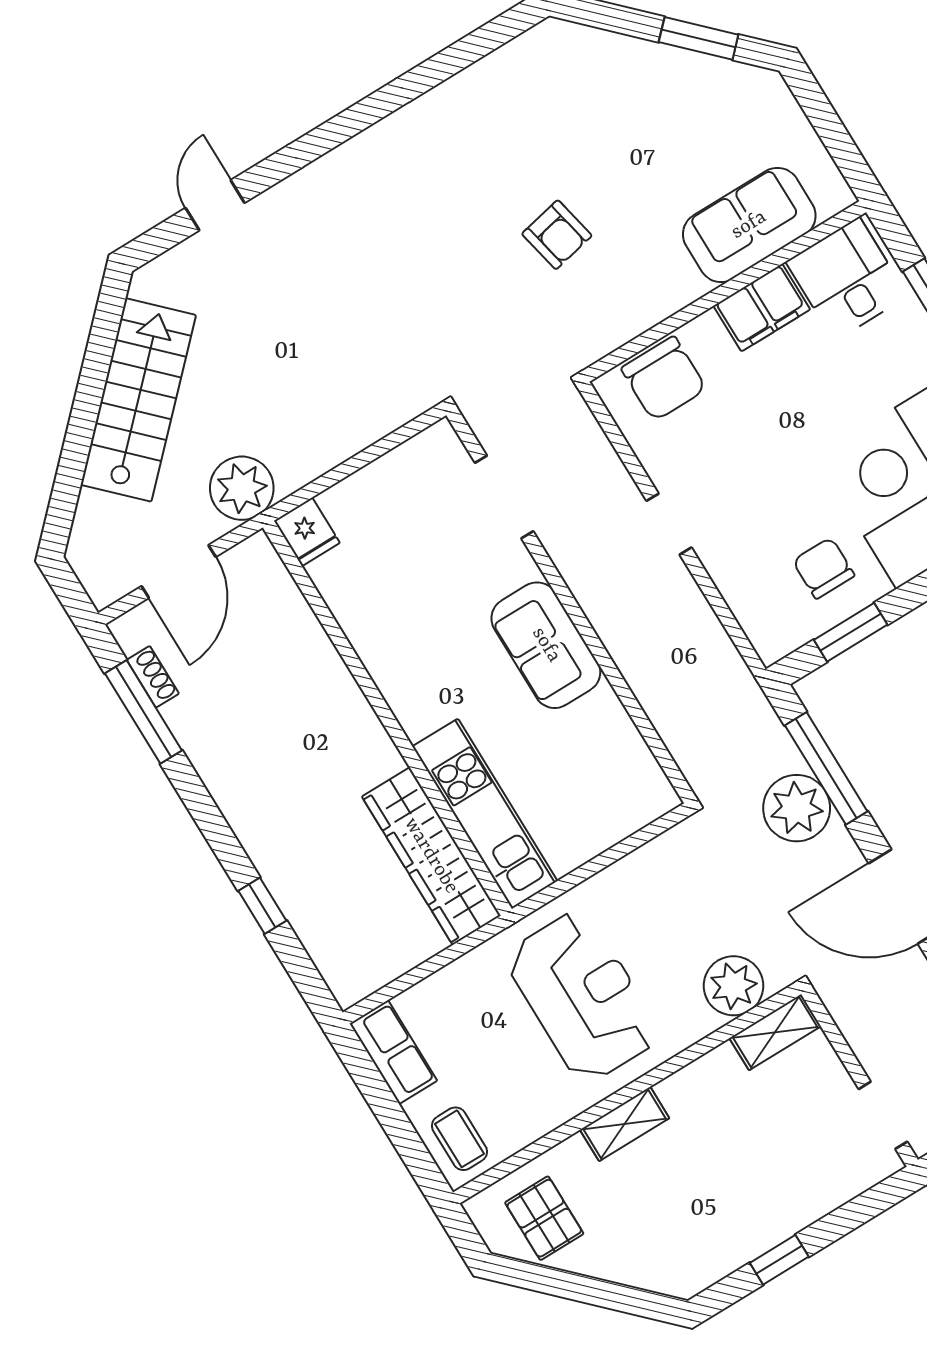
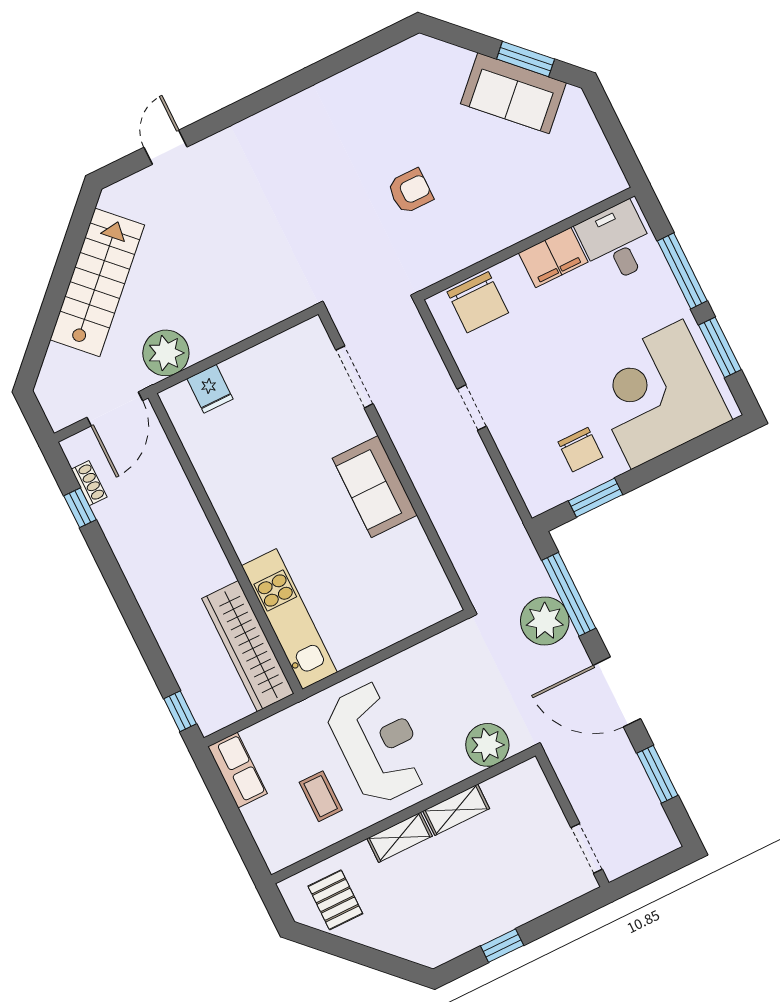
sofa: (749, 225) -> (513, 93), moved, turned -135
armchair: (557, 235) -> (410, 191), turned -78
chair: (824, 568) -> (580, 450), turned 180
window: (143, 712) -> (80, 508), width x0.46
wall: (387, 718) -> (225, 544), moved
kitchen unit: (485, 814) -> (289, 619), moved
wardrobe: (431, 856) -> (248, 646), moved
window: (262, 906) -> (180, 711), moved
shelving: (775, 1032) -> (456, 810), moved
coffee table: (459, 1139) -> (321, 796), moved

